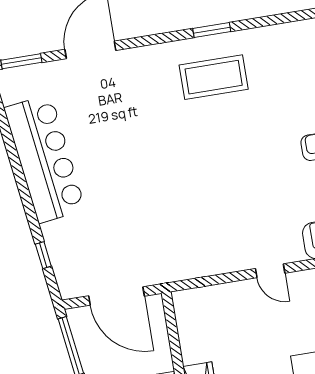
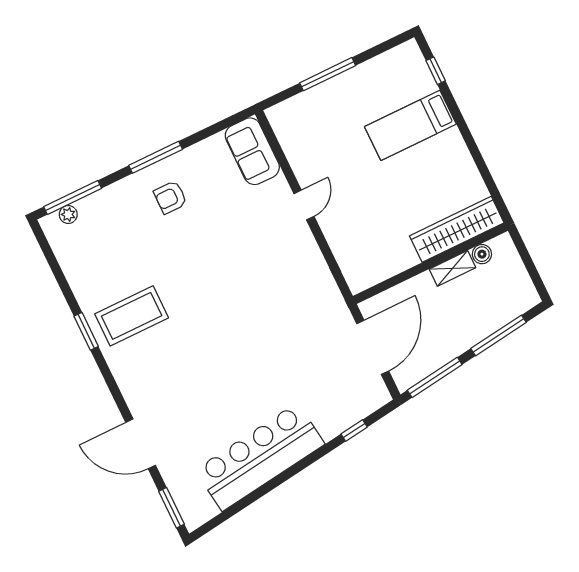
coffee table: (214, 77) -> (132, 316), turned 90

